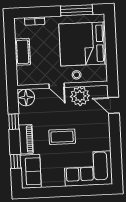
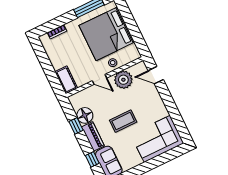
cot: (23, 52) -> (66, 80), moved
floor lamp: (26, 97) -> (85, 115), moved

